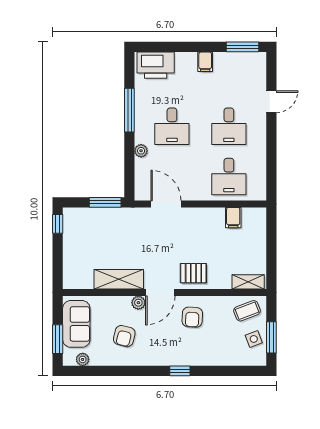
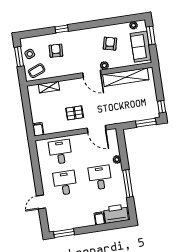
filing cabinet: (205, 62) -> (100, 218), moved
window: (105, 202) -> (146, 123), moved
filing cabinet: (233, 218) -> (38, 129), moved
pallet: (193, 273) -> (75, 113), moved
shelving: (119, 279) -> (126, 77), width x1.47
shelving: (248, 282) -> (49, 87), moved
door: (160, 292) -> (92, 74), swing flipped
armchair: (192, 317) -> (56, 51), moved
window: (180, 371) -> (62, 29), moved

